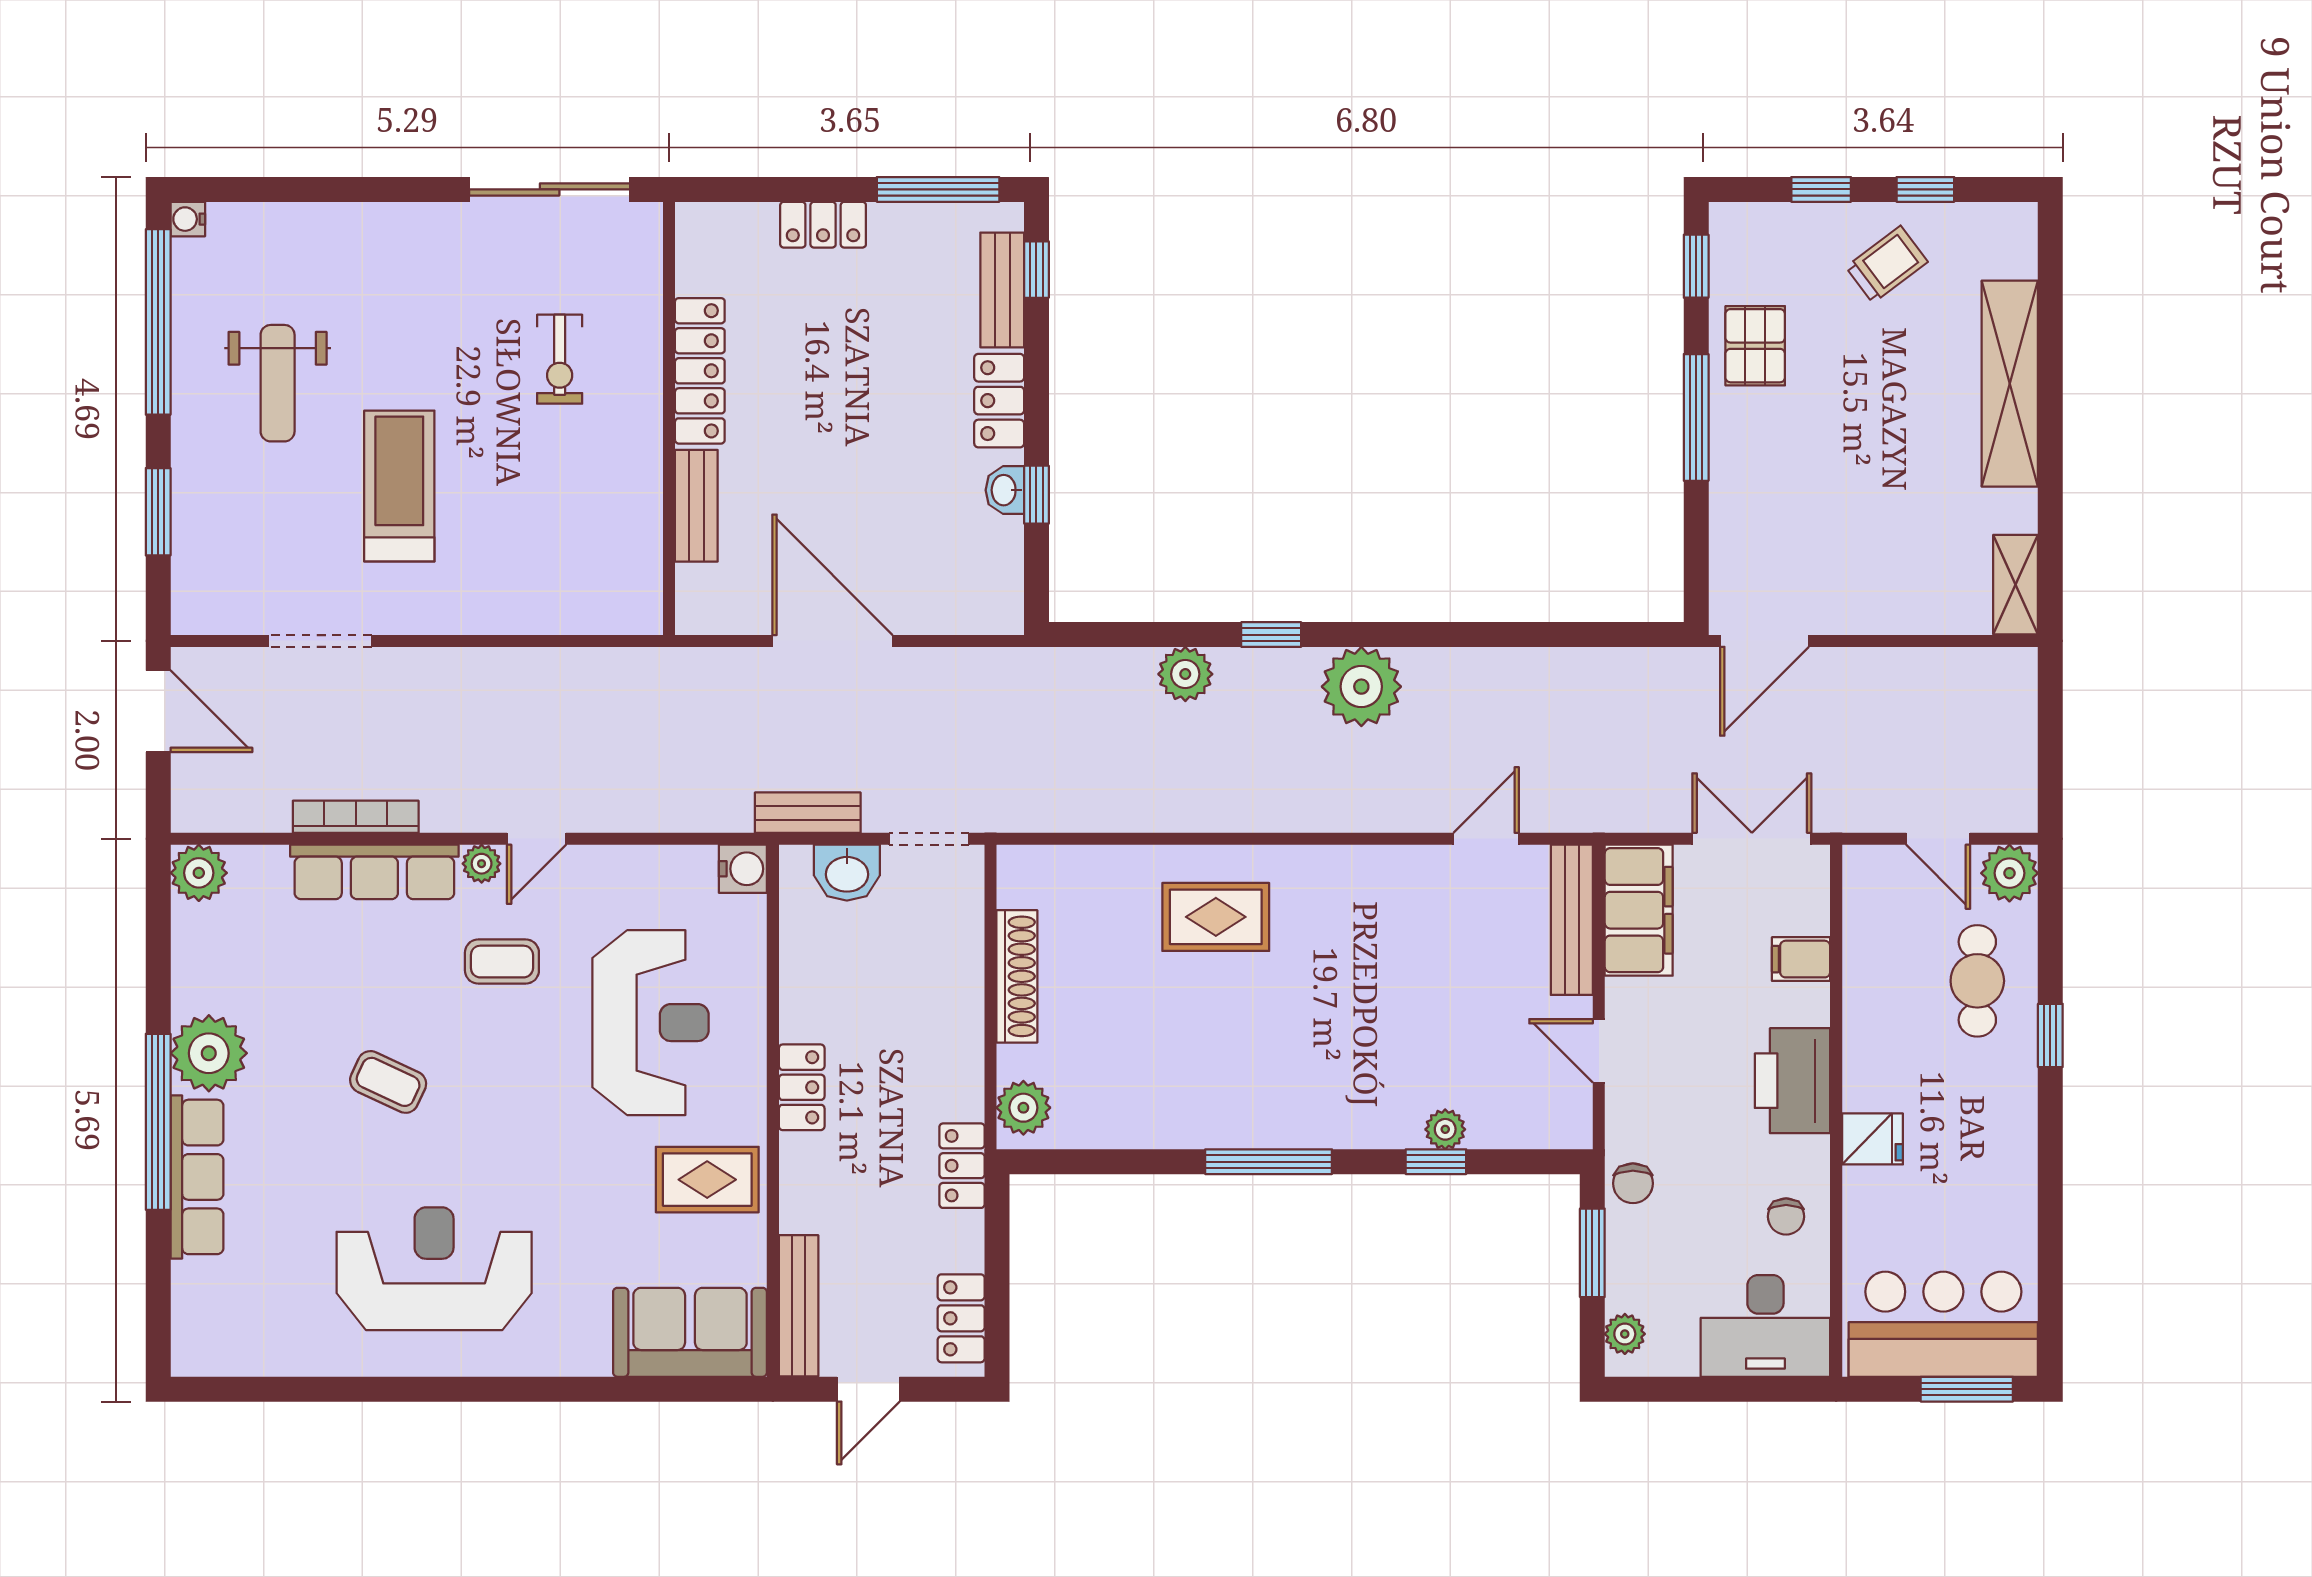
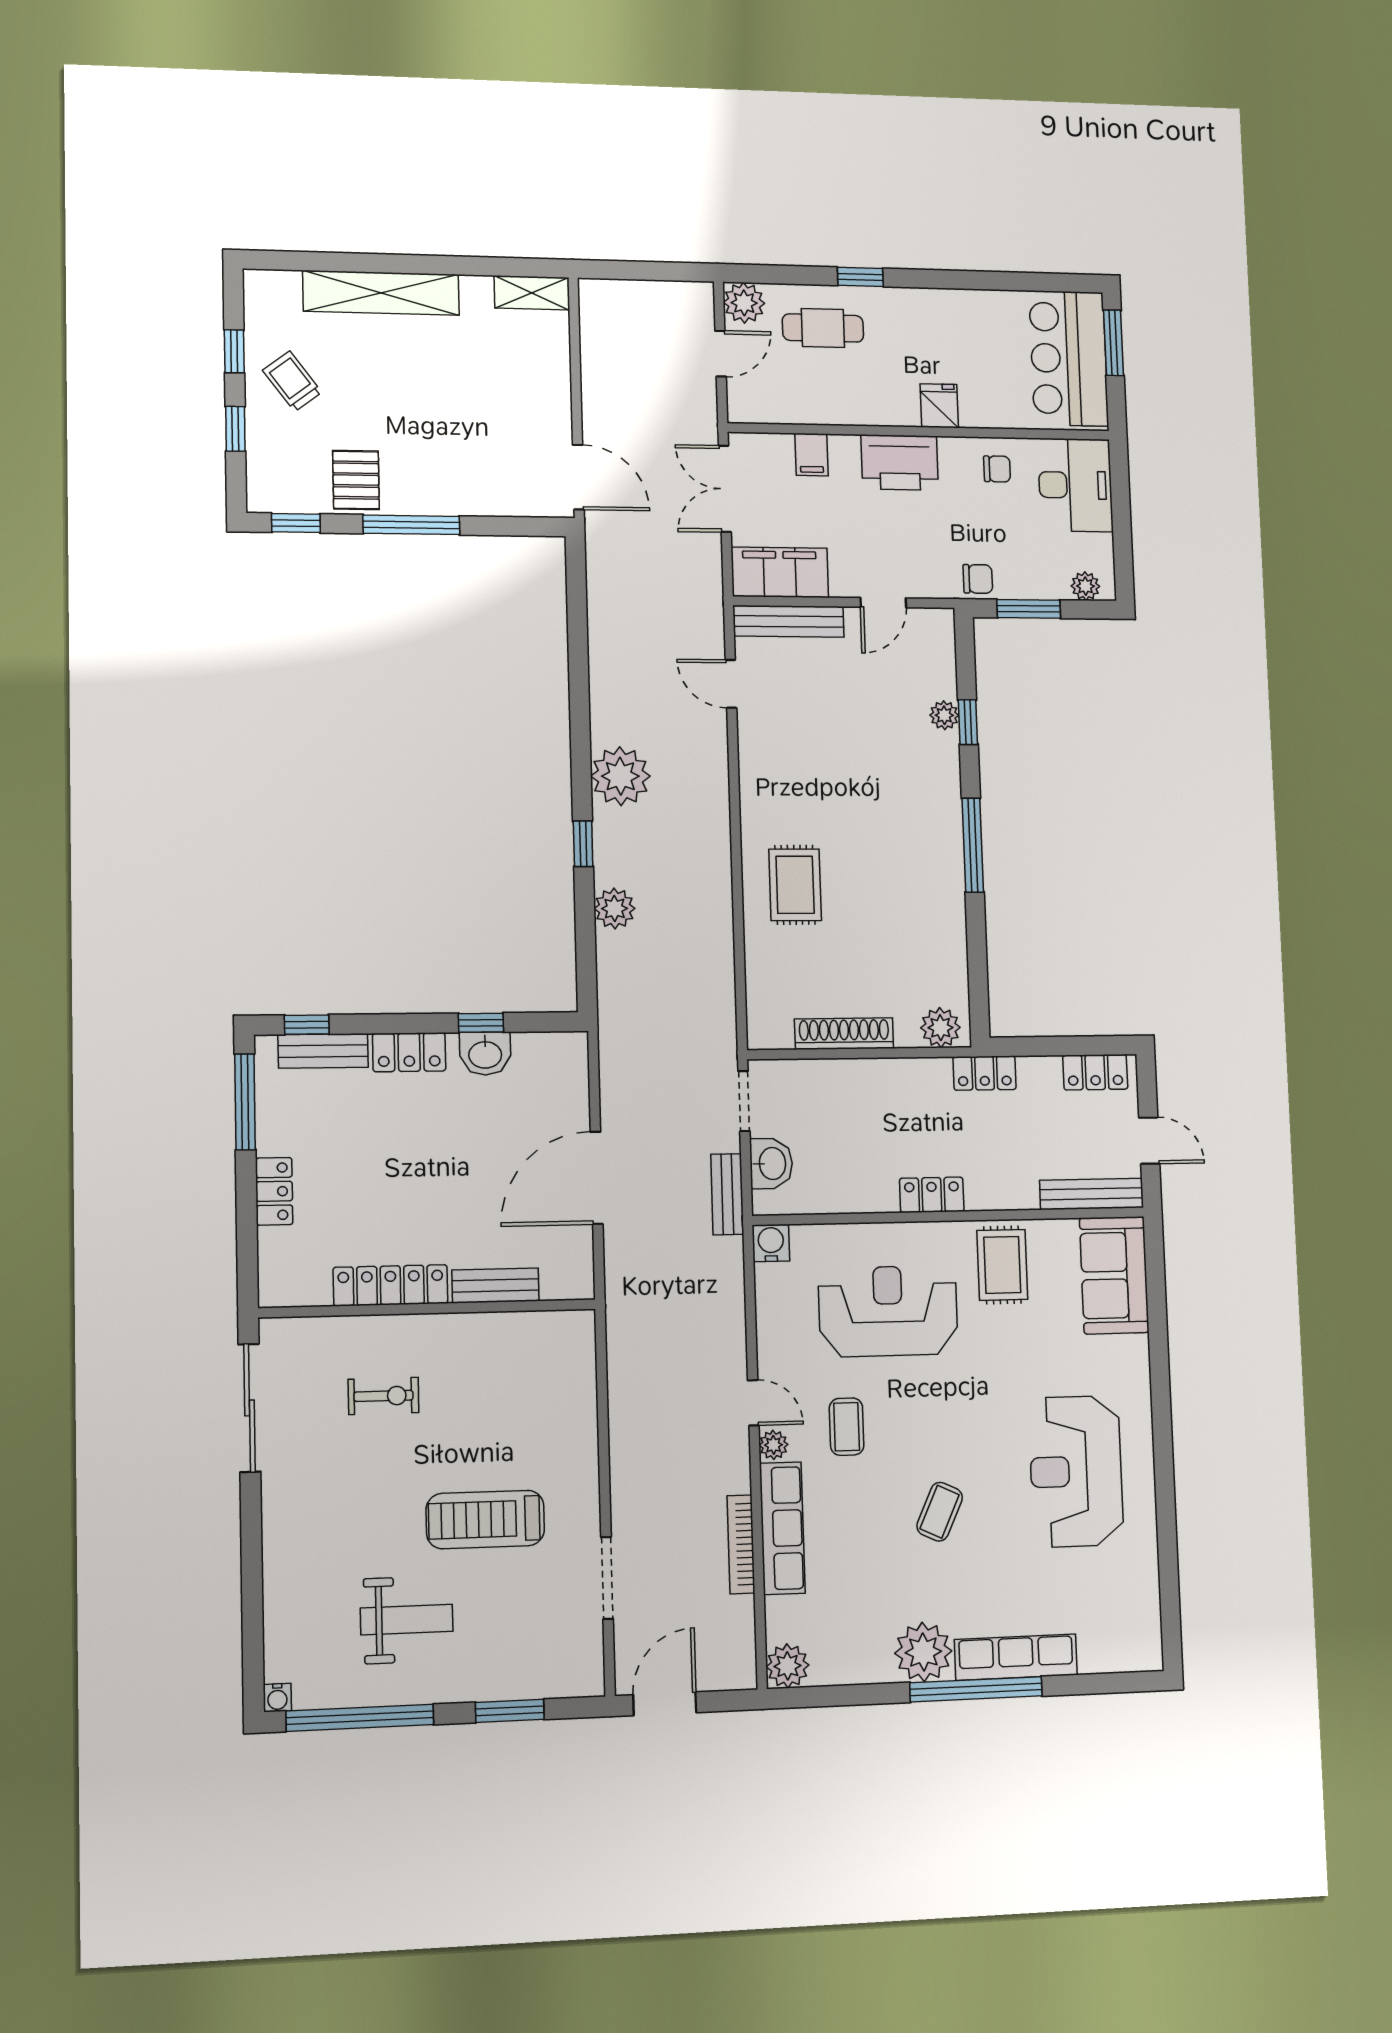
pallet: (1755, 346) -> (356, 480), turned 90
washbasin: (1005, 490) -> (485, 1054), width x1.38, depth x1.45

